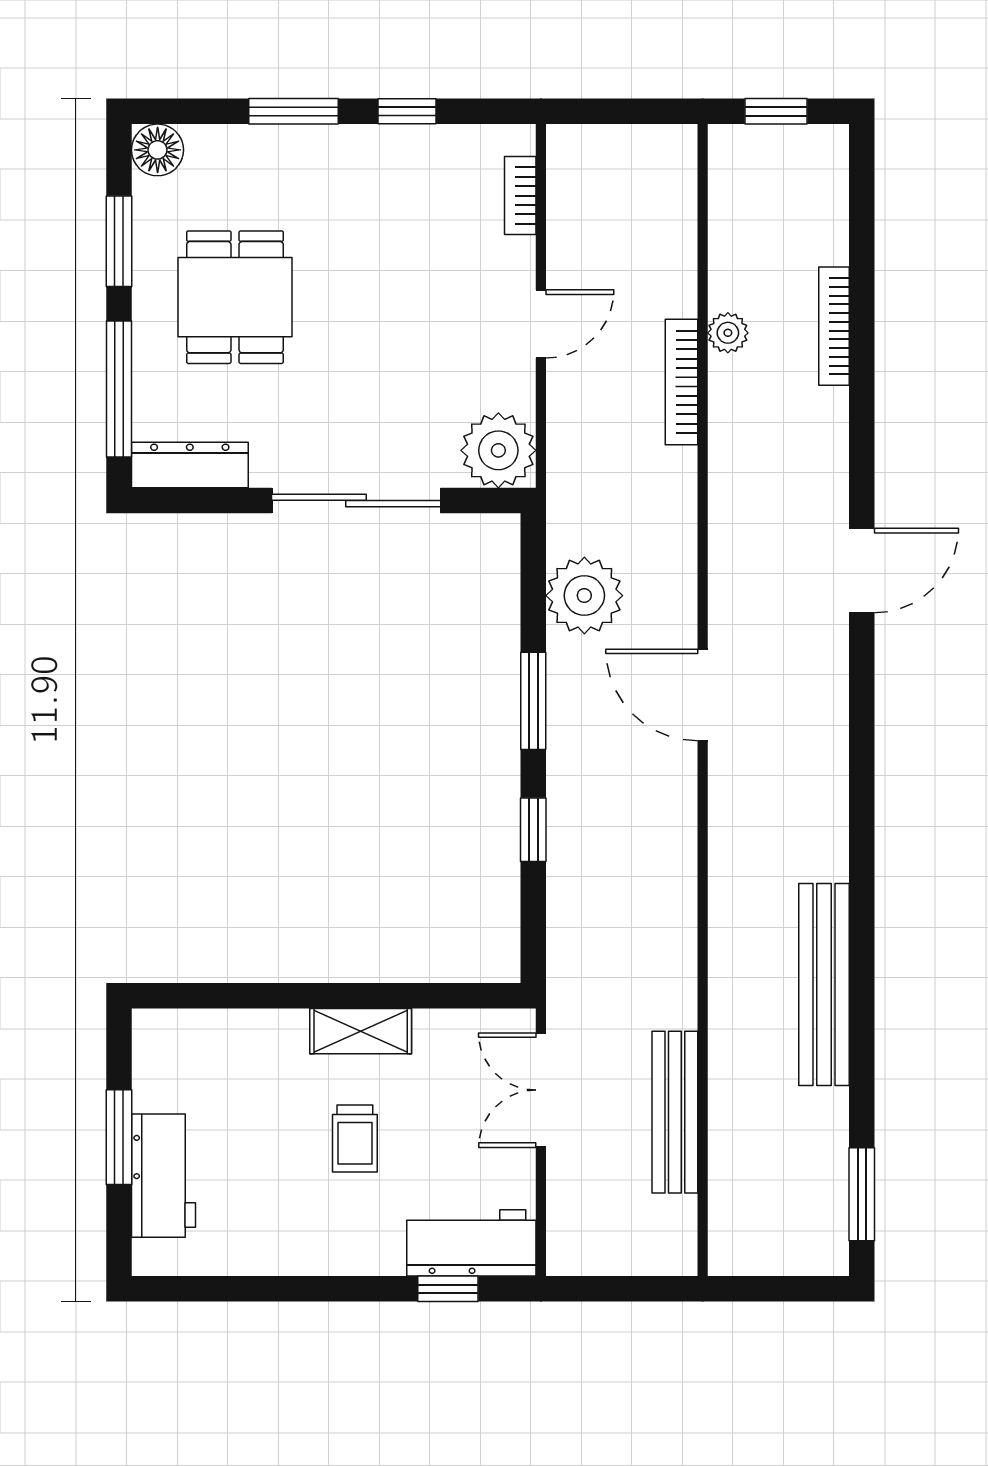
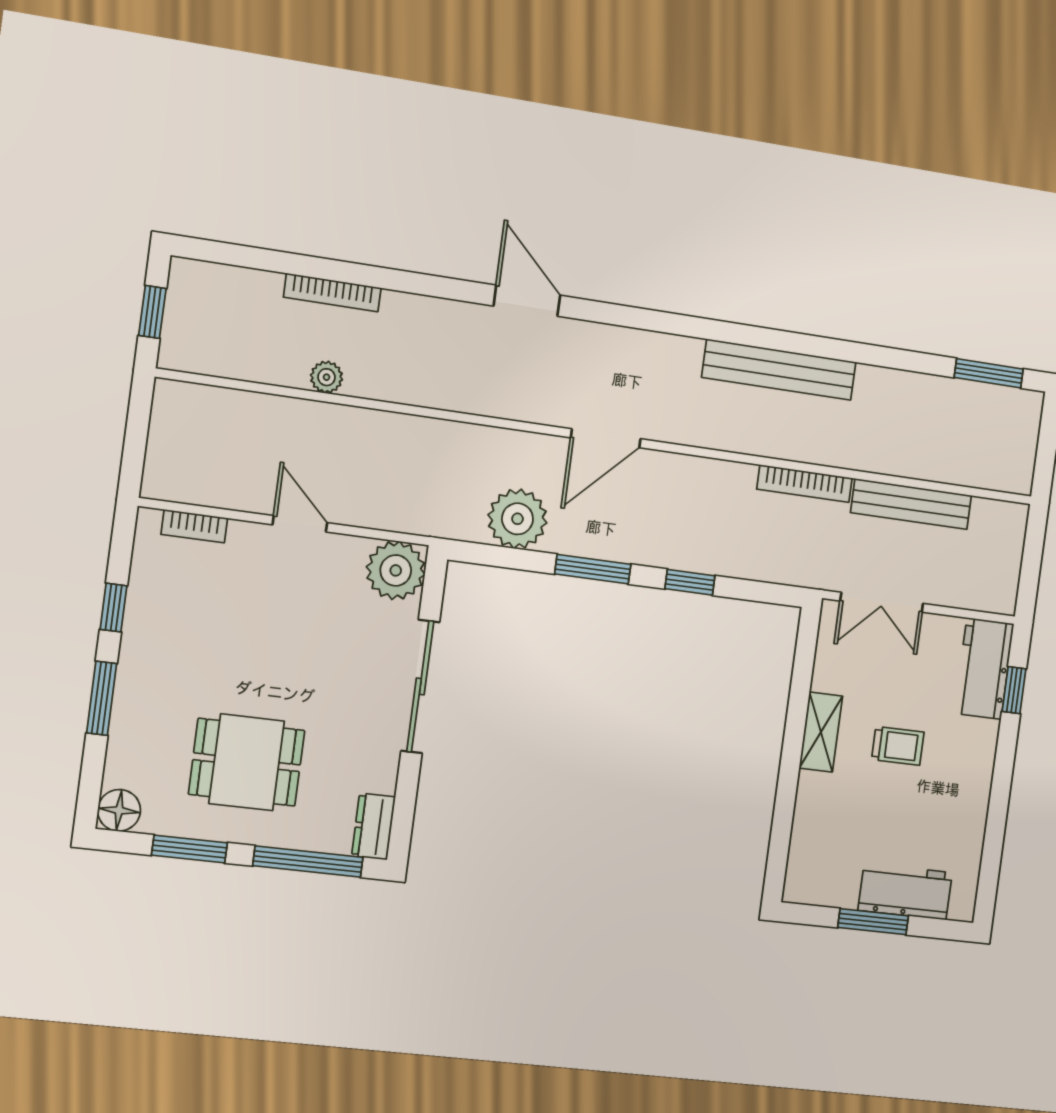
bookcase: (681, 382) -> (805, 484), moved
dresser: (190, 465) -> (373, 827), width x0.70
bench: (824, 985) -> (779, 370), moved

